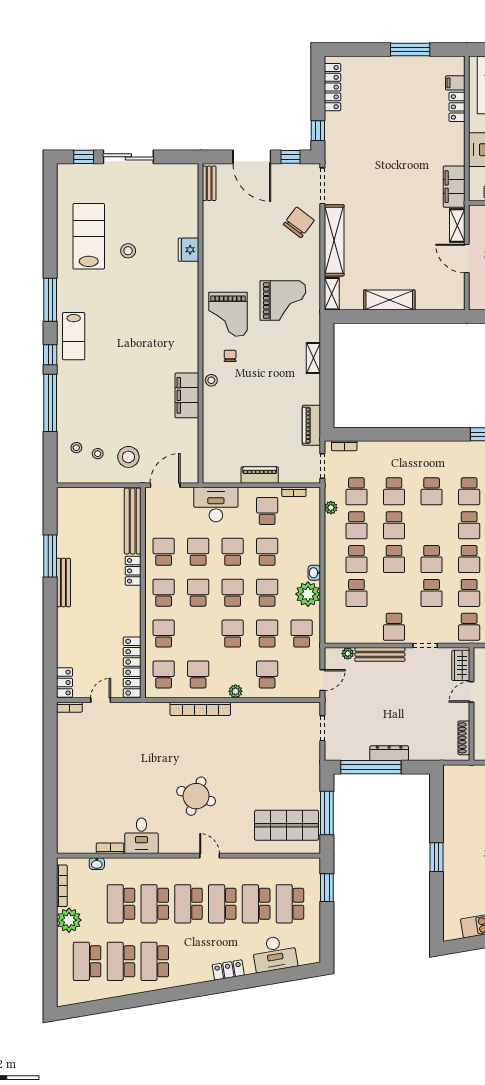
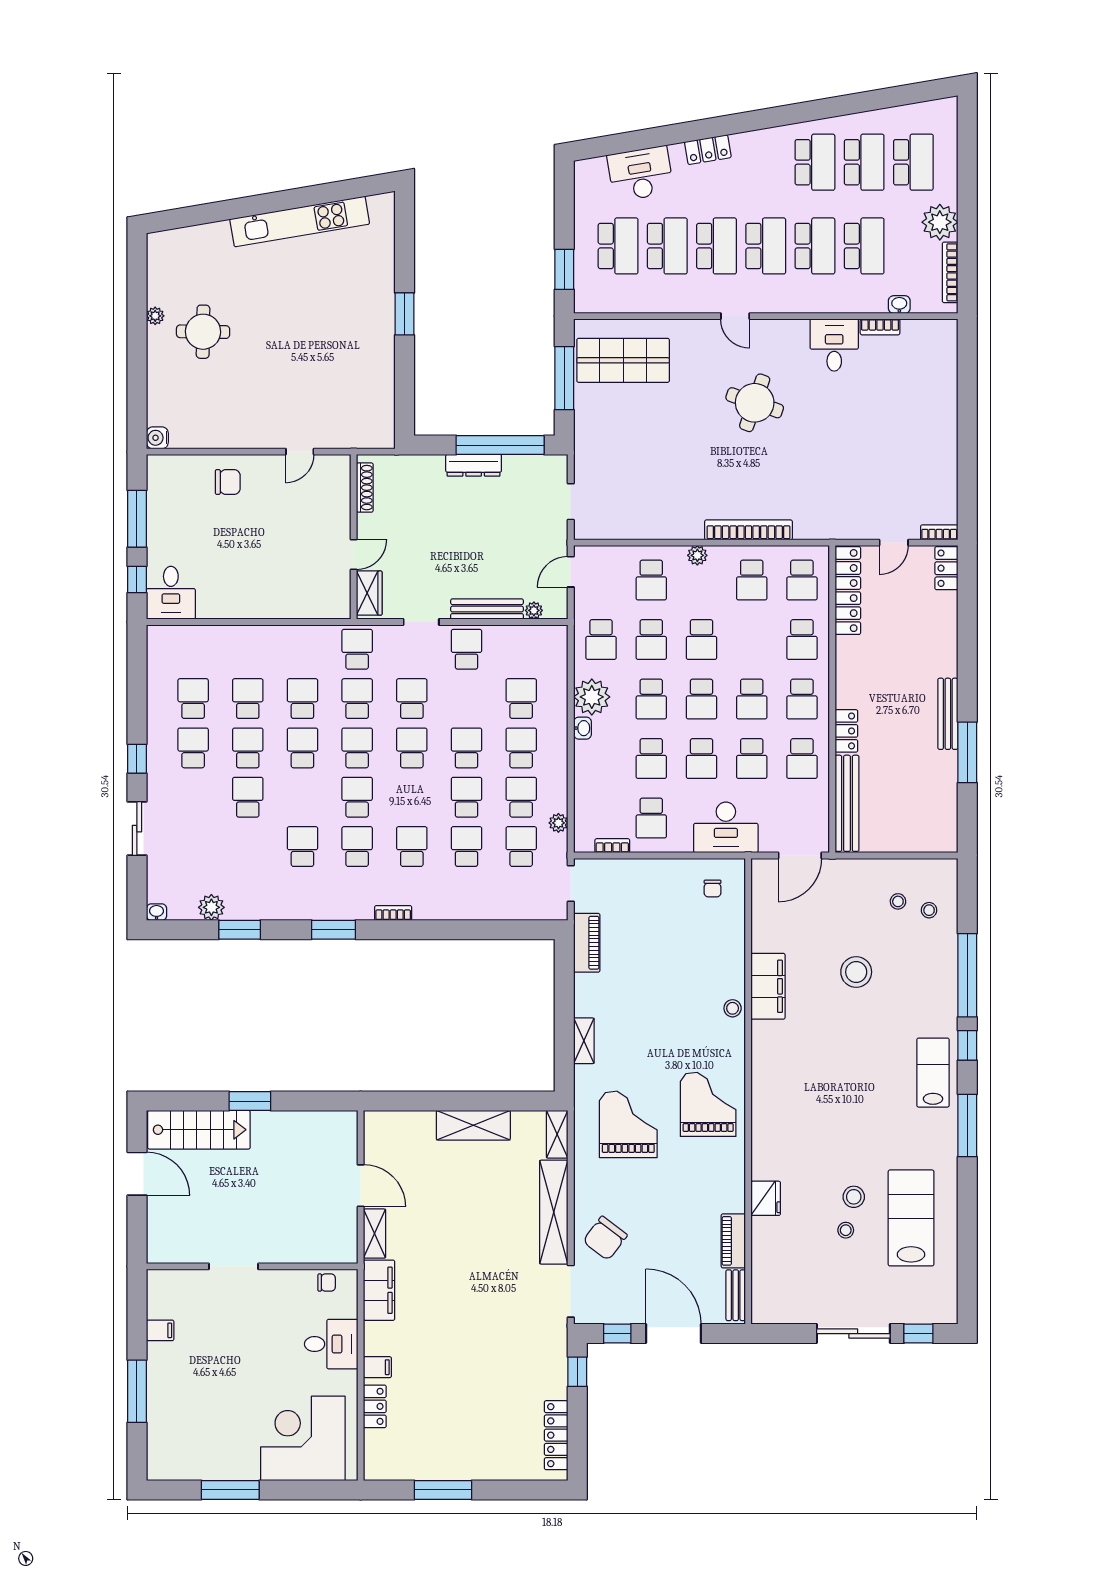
filing cabinet: (455, 83) -> (377, 1367), moved
stool: (134, 228) -> (846, 1230), added
lab bench: (89, 236) -> (911, 1218), turned 180
grand piano: (283, 301) -> (628, 1124), turned 90
chair: (230, 356) -> (713, 888), moved
bookcase: (344, 446) -> (393, 913), moved
stool: (128, 457) -> (856, 972), moved
piano: (260, 475) -> (733, 1241), moved, turned 90

